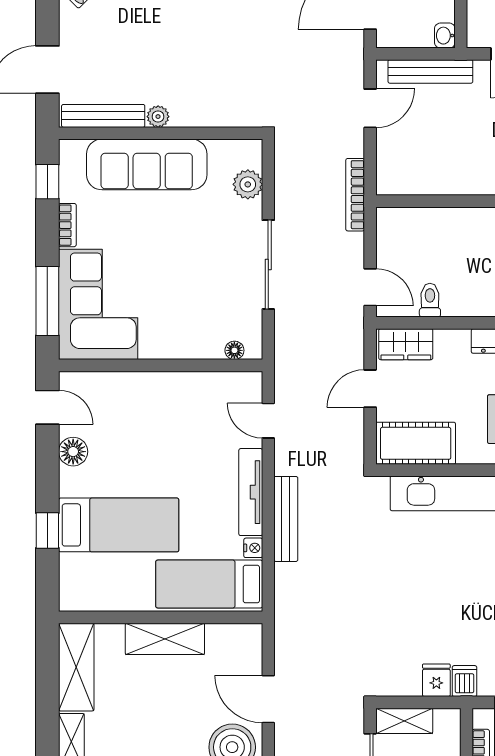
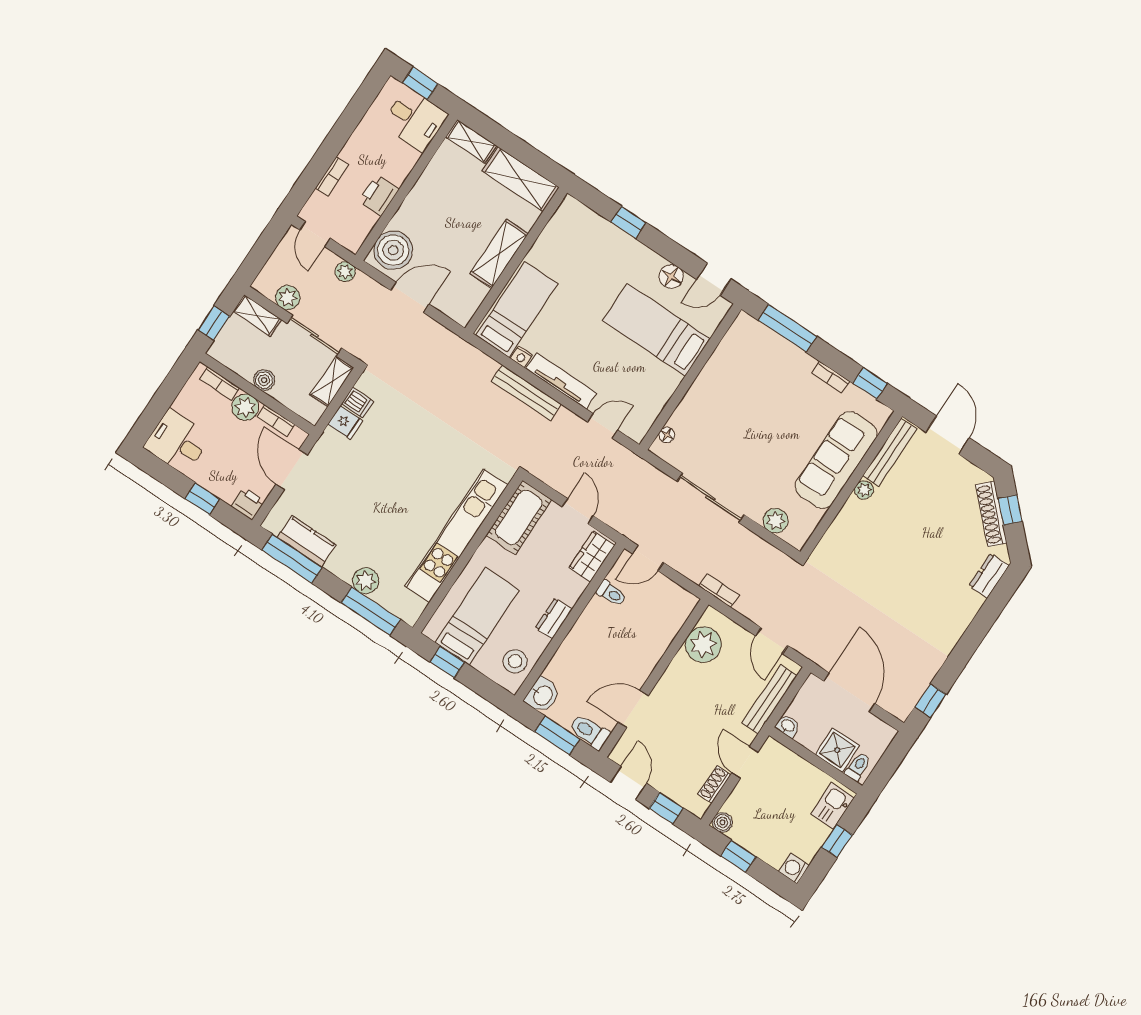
plant: (420, 174) -> (703, 645), added
bookcase: (355, 195) -> (719, 590), width x0.64
corner sofa: (98, 304) -> (762, 362), removed
bed: (119, 525) -> (656, 330), moved, turned 90
dishwasher: (465, 681) -> (358, 403), moved

